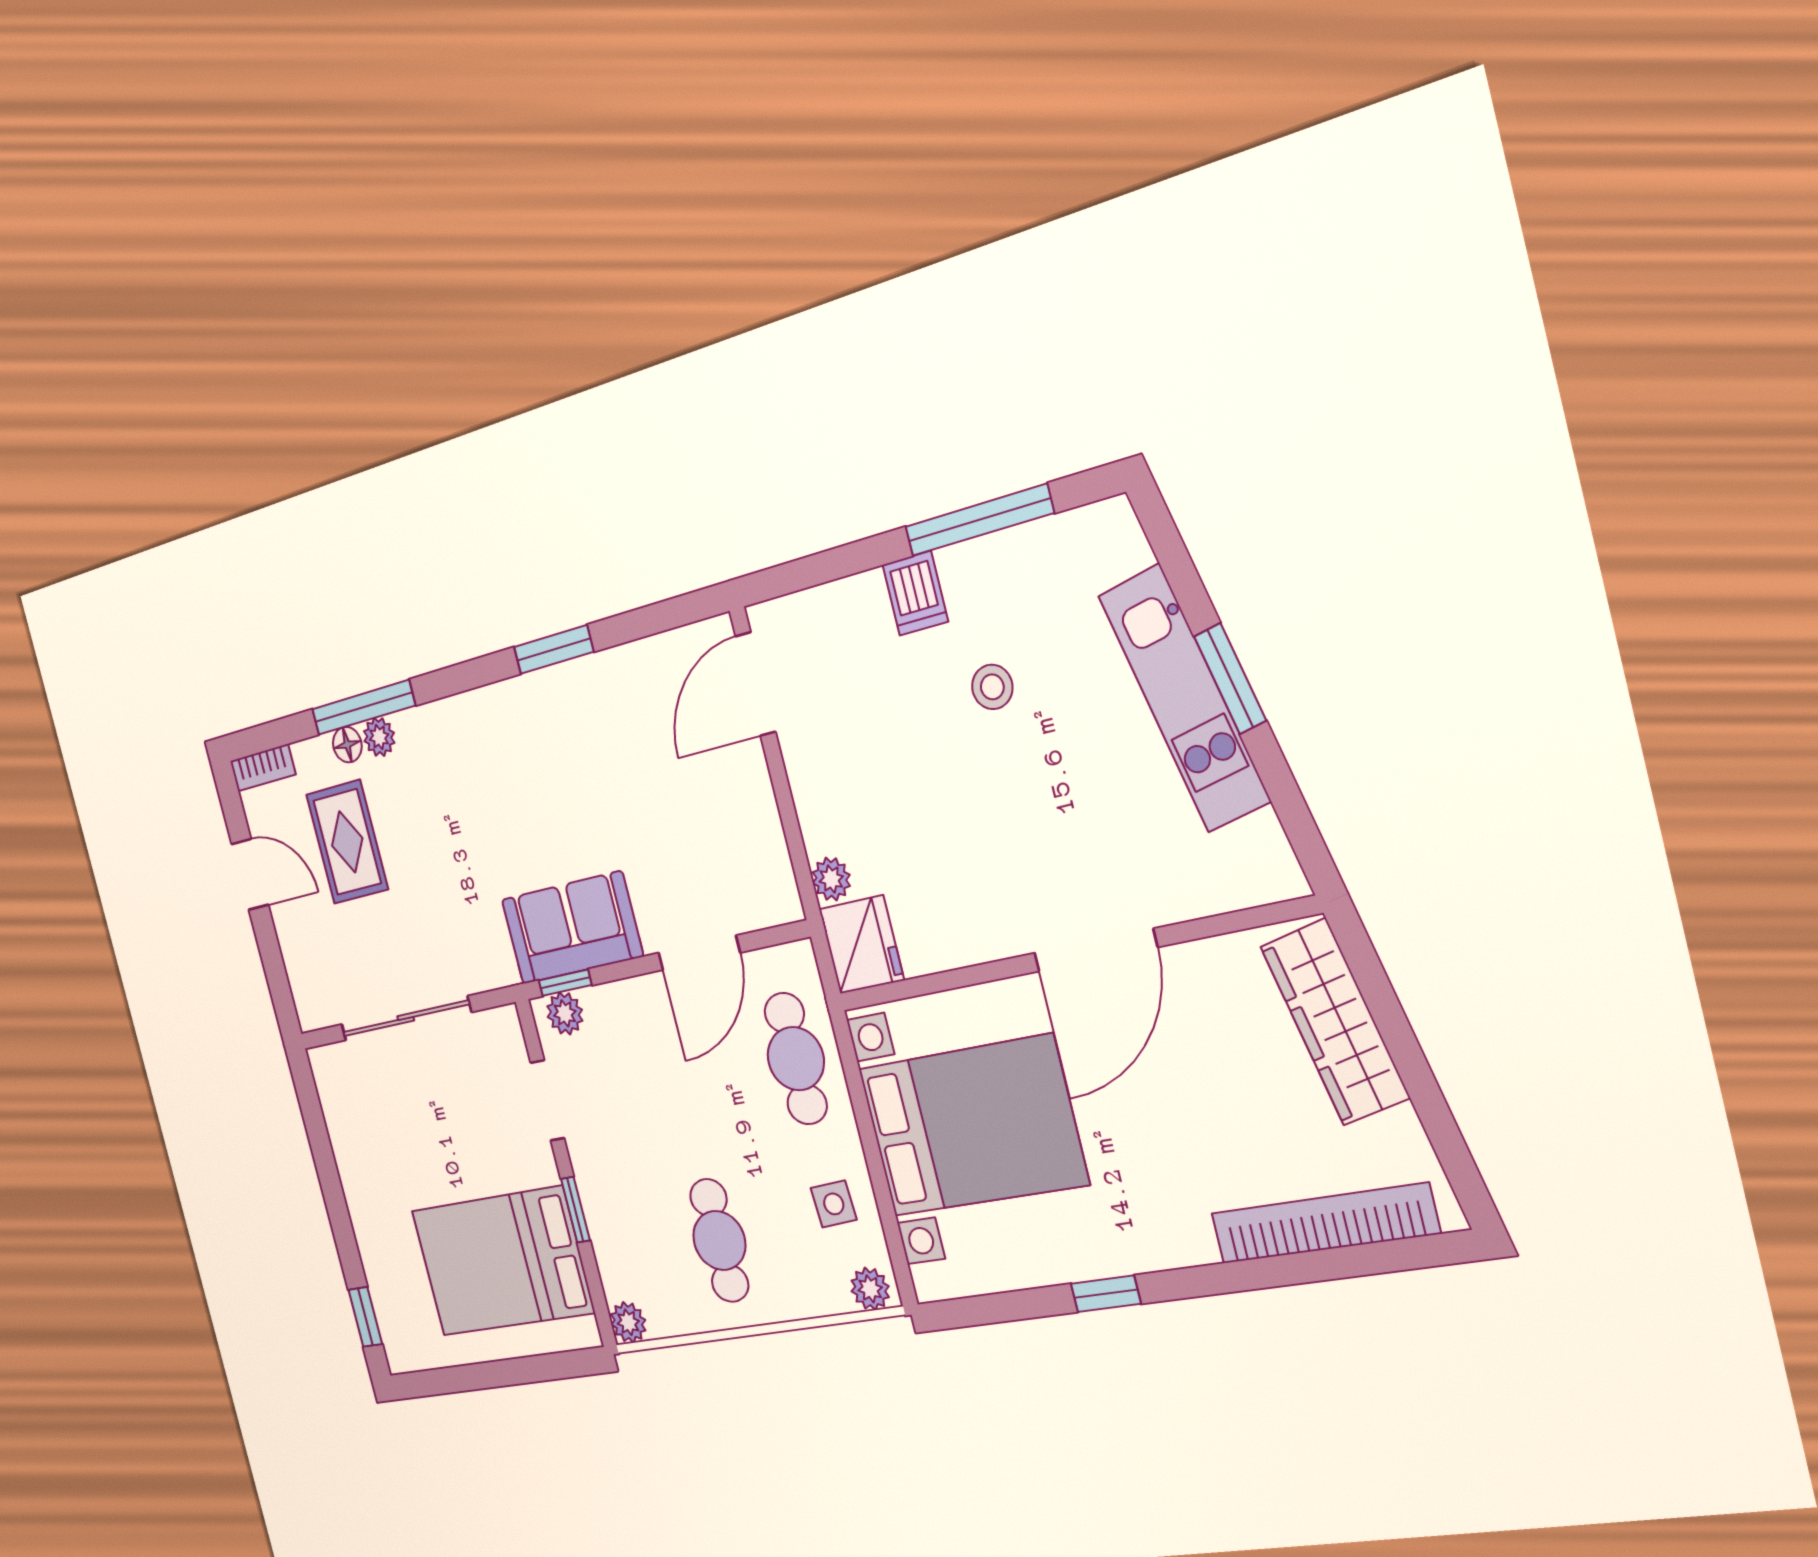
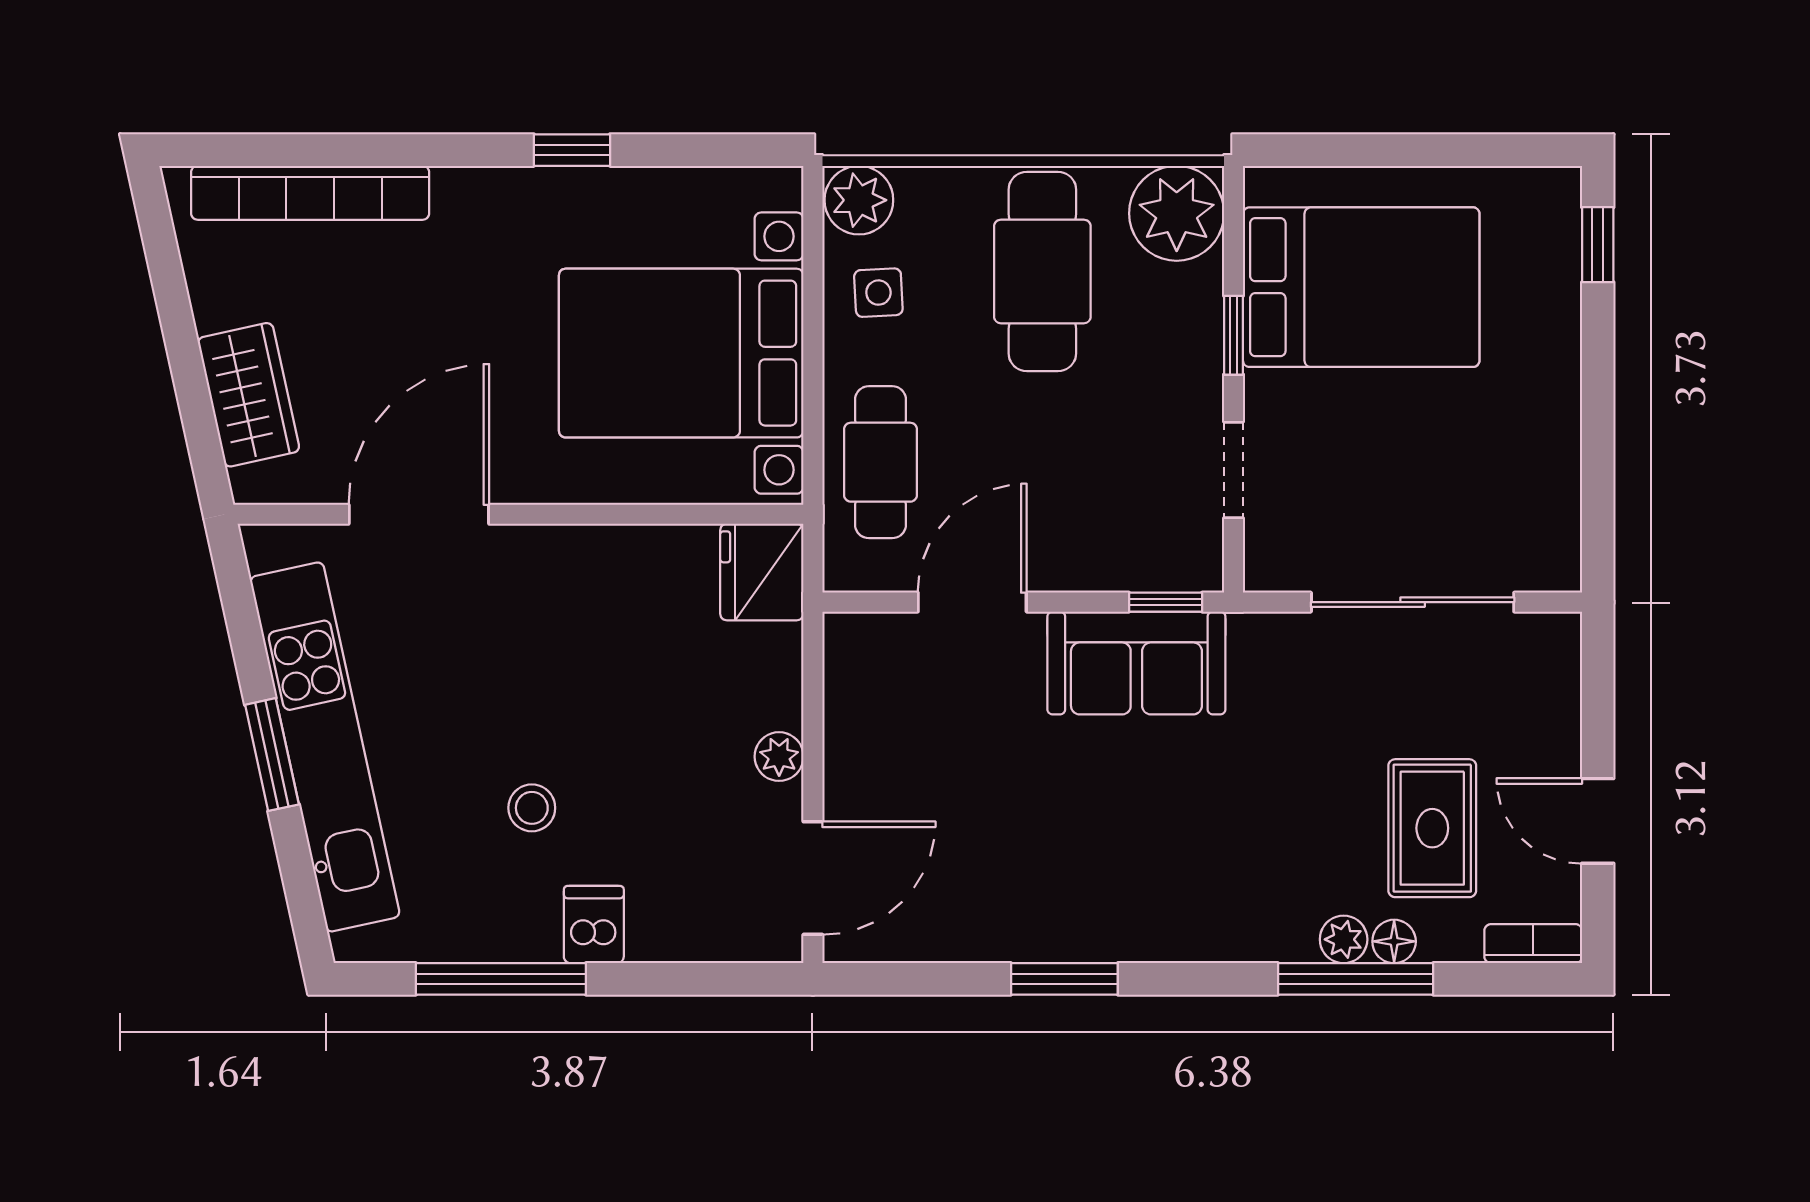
kitchen unit: (1184, 698) -> (325, 747), width x1.36
plant: (831, 879) -> (779, 757), moved
door: (1095, 950) -> (419, 514), moved
plant: (565, 1013) -> (1177, 567), removed
wardrobe: (1335, 1022) -> (249, 395), width x0.67
cafe table: (719, 1240) -> (1042, 271), width x1.37, depth x1.35
plant: (870, 1289) -> (859, 200), width x1.38, depth x1.38
plant: (628, 1322) -> (1177, 213), width x1.88, depth x1.88

